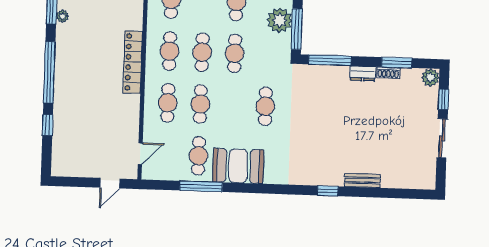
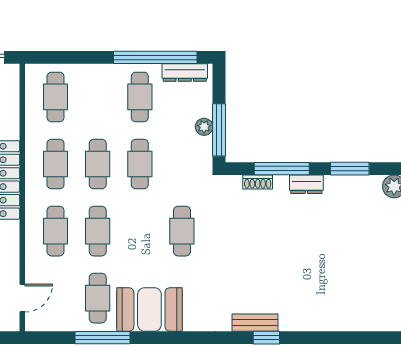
plant: (280, 20) -> (204, 127), width x0.53, depth x0.53
window: (330, 60) -> (282, 169), moved
shoe rack: (388, 73) -> (258, 182), moved
bench: (362, 180) -> (255, 323), moved

